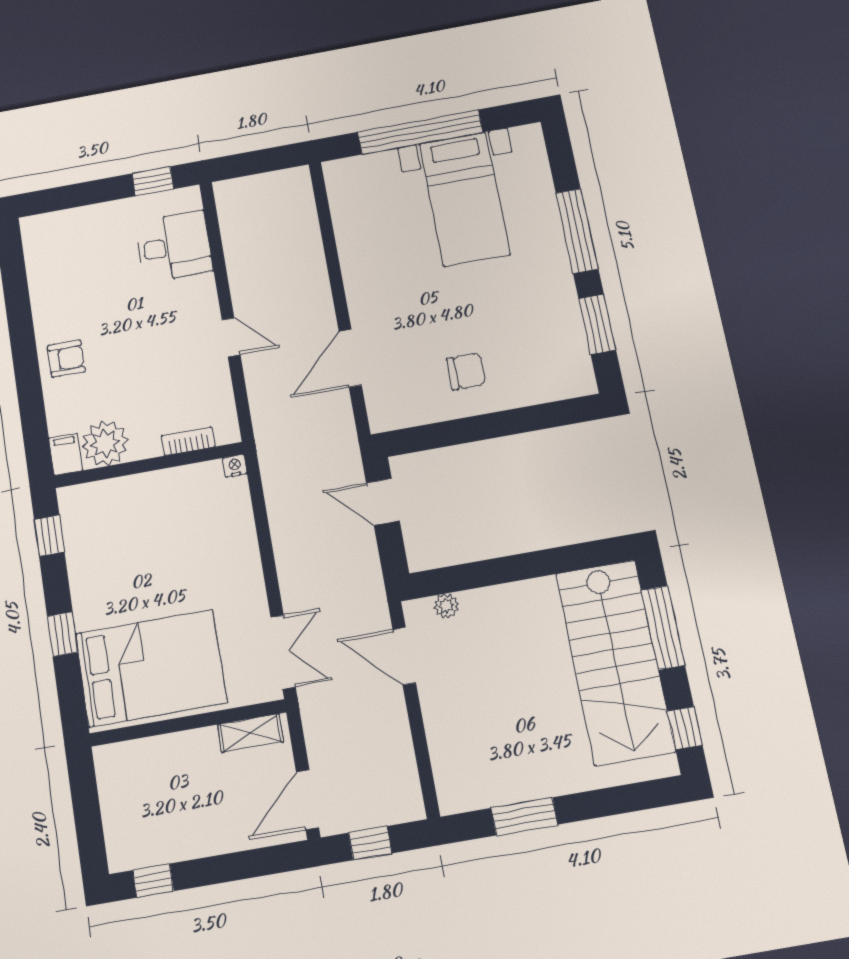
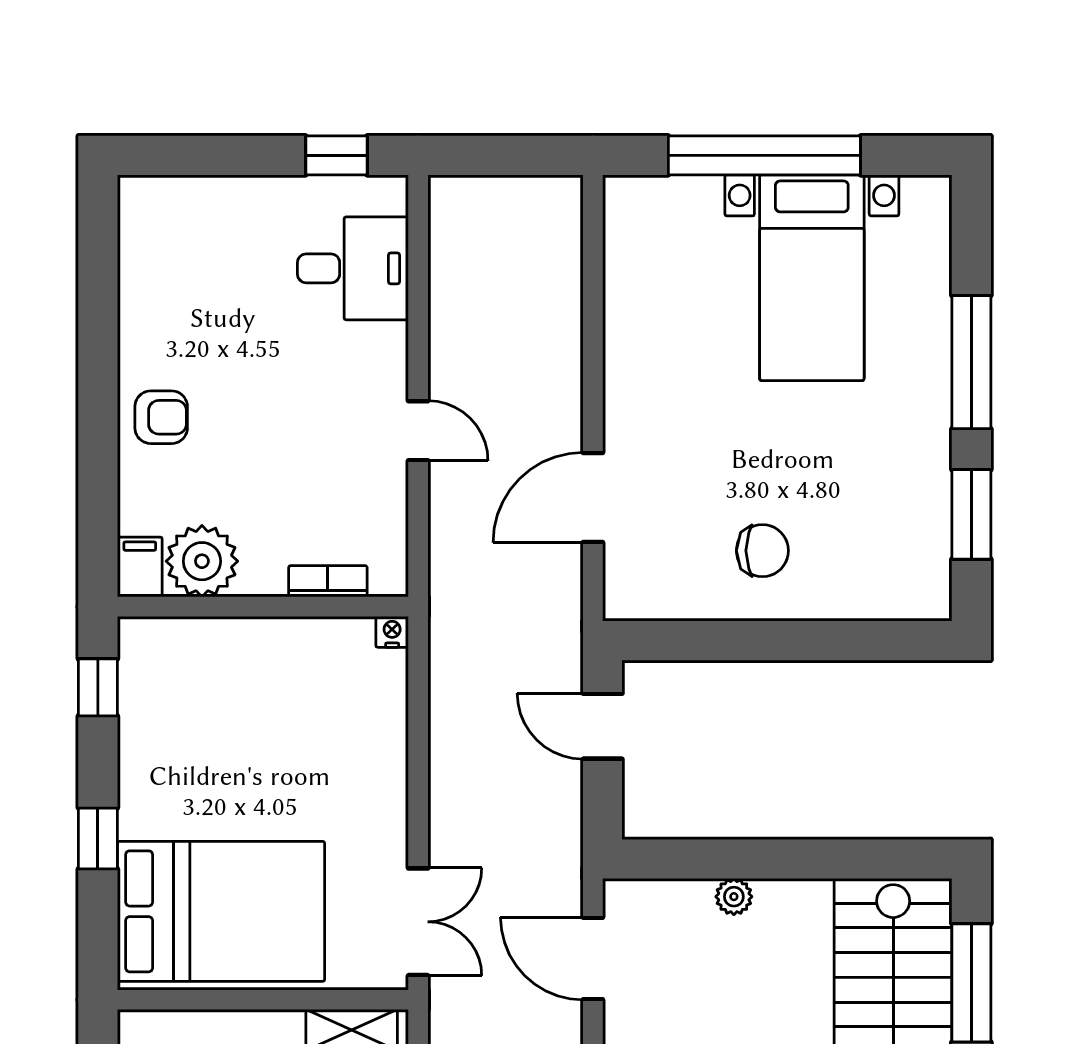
plant: (446, 606) -> (734, 897), moved

